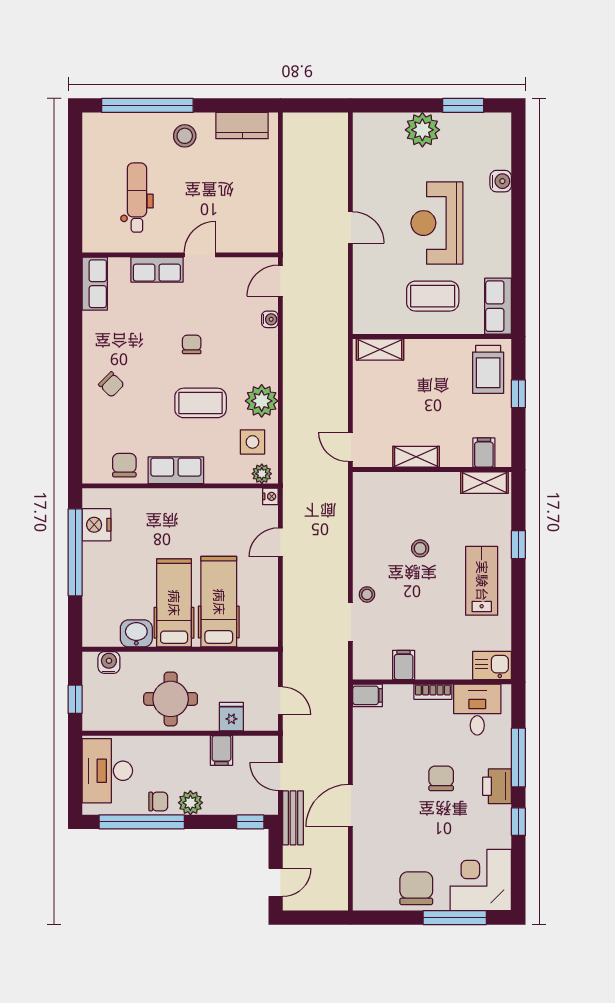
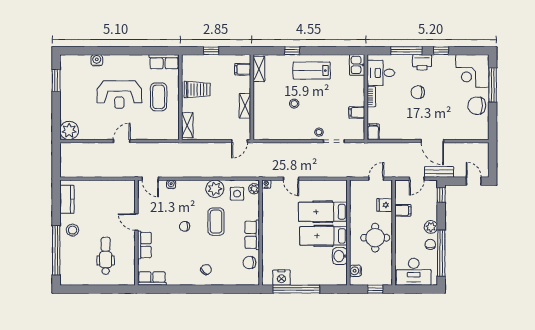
plant: (422, 130) -> (69, 131), moved
dental chair: (137, 198) -> (106, 256), turned 90
trolley: (488, 369) -> (197, 90), moved

